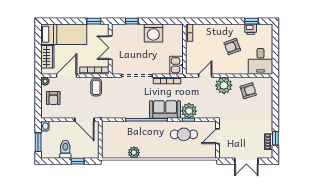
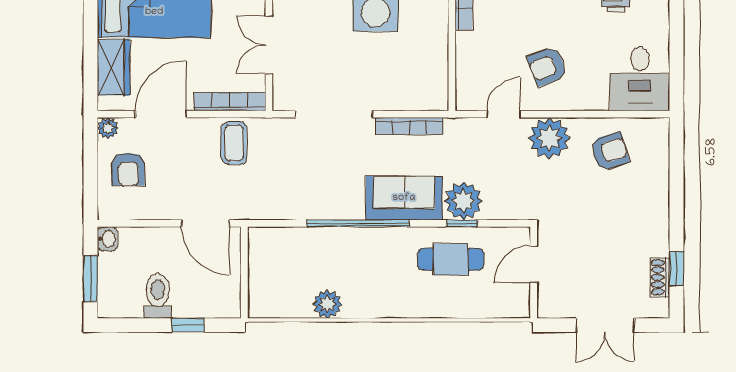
armchair: (232, 47) -> (547, 66), moved
kitchen sink: (176, 65) -> (432, 88), removed

